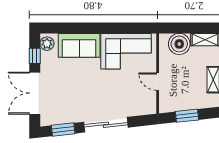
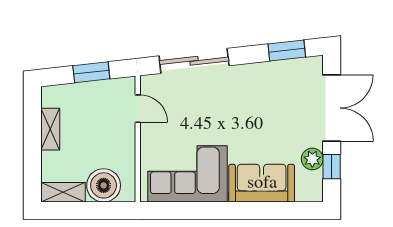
plant: (47, 44) -> (312, 159), moved
door: (158, 82) -> (138, 109), moved
sliding door: (106, 125) -> (194, 61), moved

